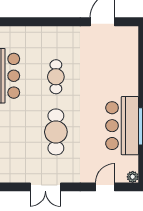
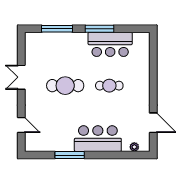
bar counter: (122, 126) -> (98, 139), moved
plant: (133, 177) -> (134, 147), moved

